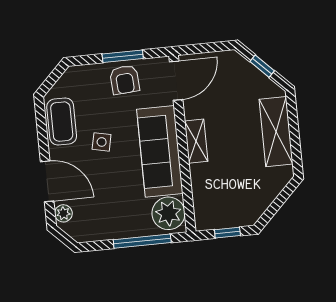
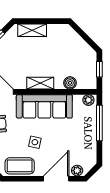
shelving: (276, 132) -> (32, 30), width x0.67, depth x0.75
boiler: (201, 188) -> (70, 83), added
plant: (168, 213) -> (88, 100), width x0.53, depth x0.53

